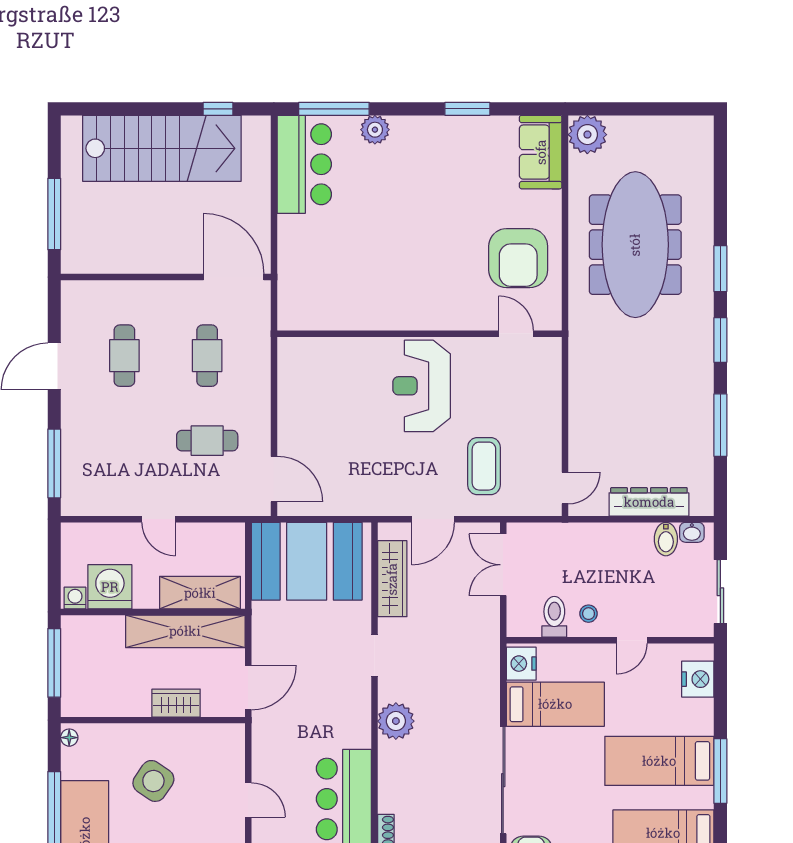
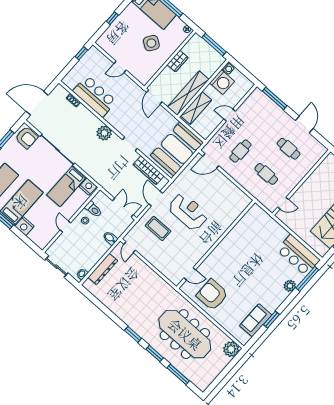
sofa: (541, 152) -> (256, 320), moved, turned -90
door: (234, 277) -> (283, 203), width x0.53
reception desk: (422, 386) -> (188, 212), moved
window: (720, 425) -> (178, 374), moved
bidet: (666, 539) -> (110, 238), moved
nightstand: (698, 679) -> (24, 226), moved
wardrobe: (176, 703) -> (178, 61), moved

